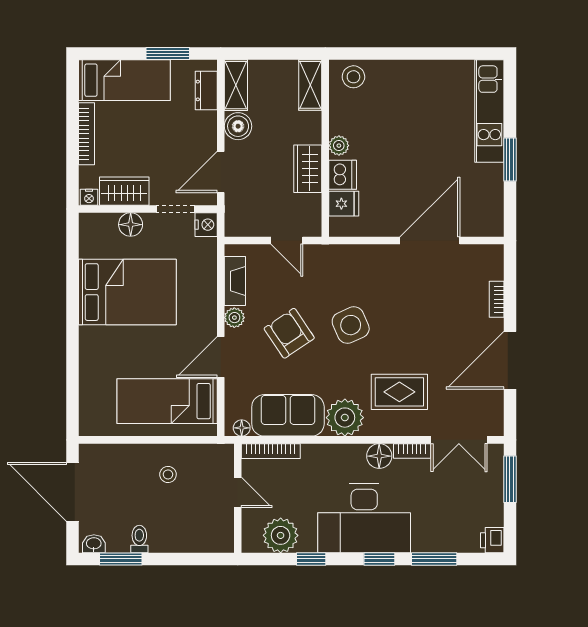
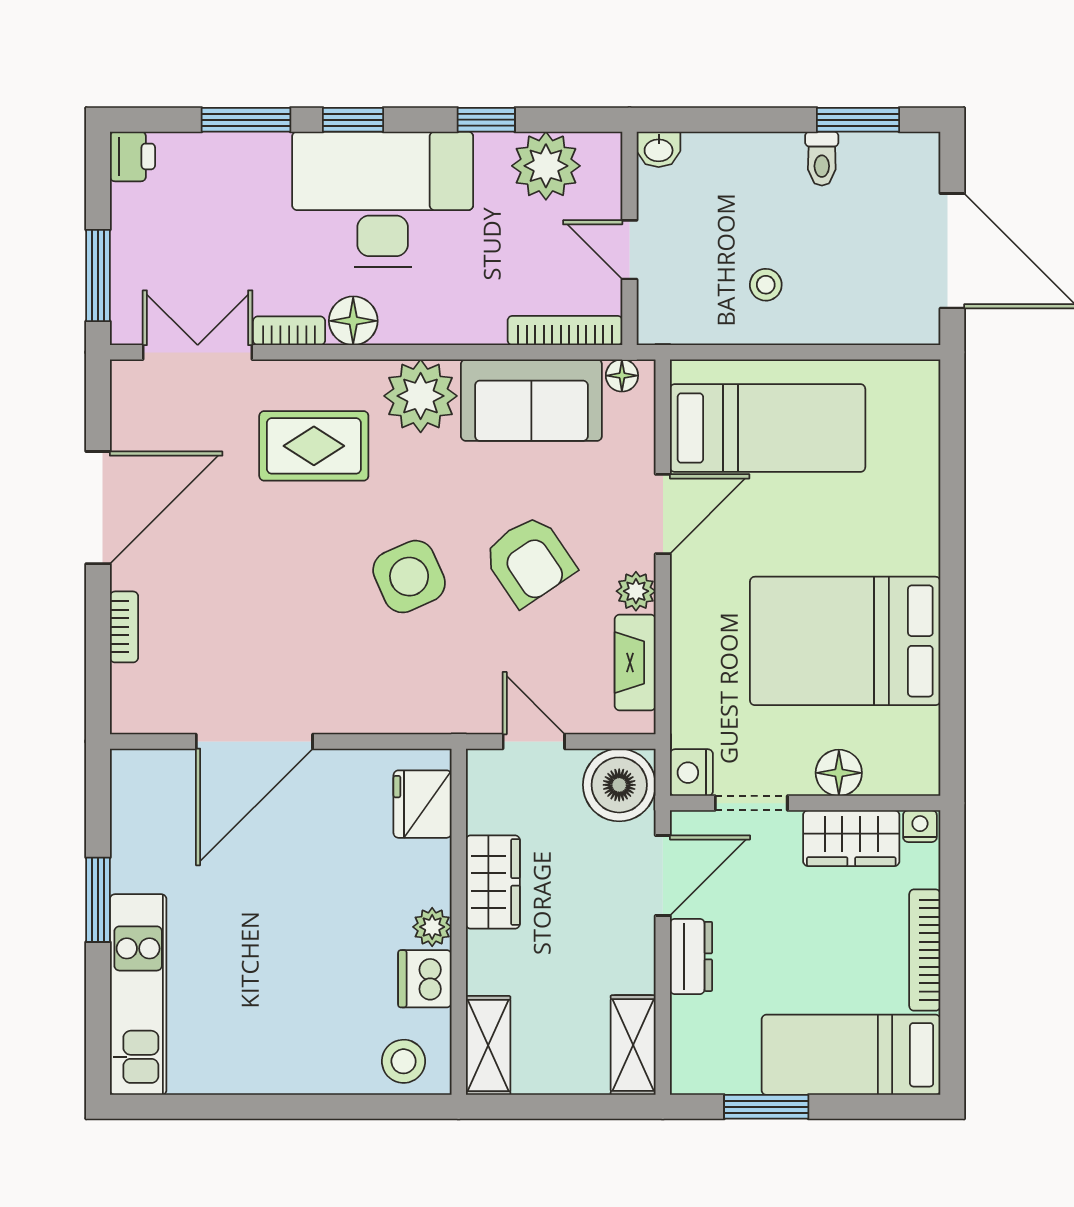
dresser: (206, 90) -> (691, 956), moved
boiler: (238, 126) -> (619, 785), moved, width x1.37, depth x1.37
dishwasher: (343, 175) -> (425, 979), moved
fridge: (344, 204) -> (423, 804), width x1.38
washbasin: (94, 544) -> (659, 149), moved

